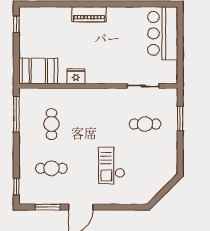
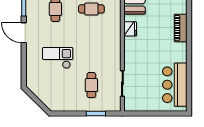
piano: (89, 14) -> (181, 28), moved
bar counter: (163, 33) -> (175, 85), moved, turned -90

